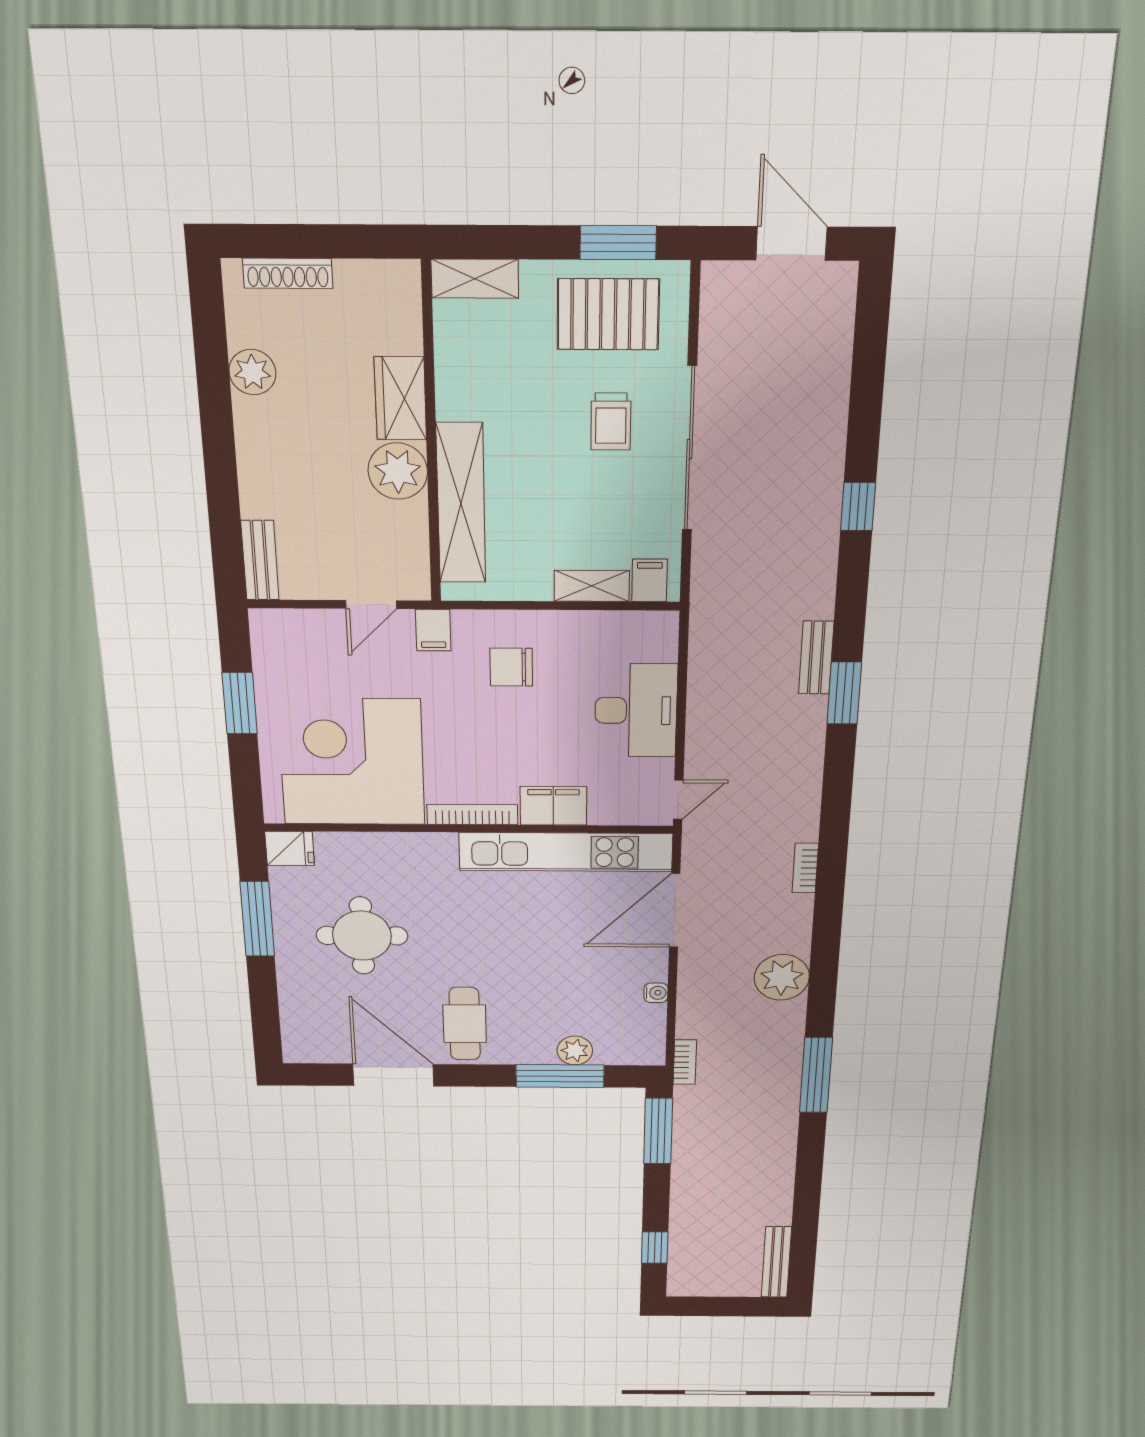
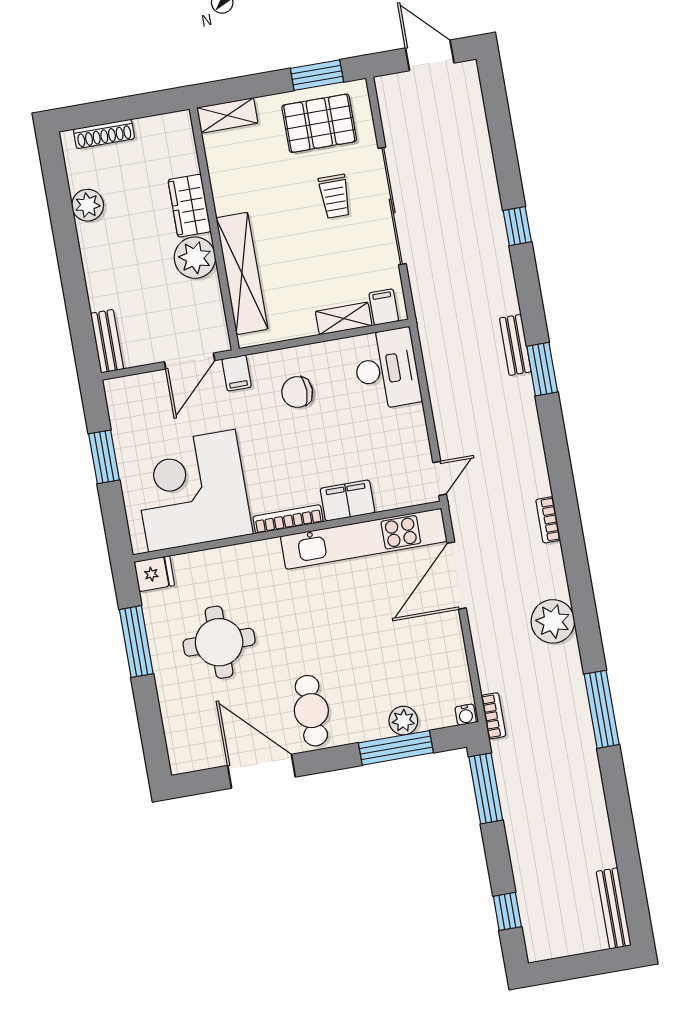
door: (371, 605) -> (190, 361), width x1.38
desk: (636, 710) -> (387, 369), moved
water cooler: (656, 993) -> (466, 715), moved, turned 90

